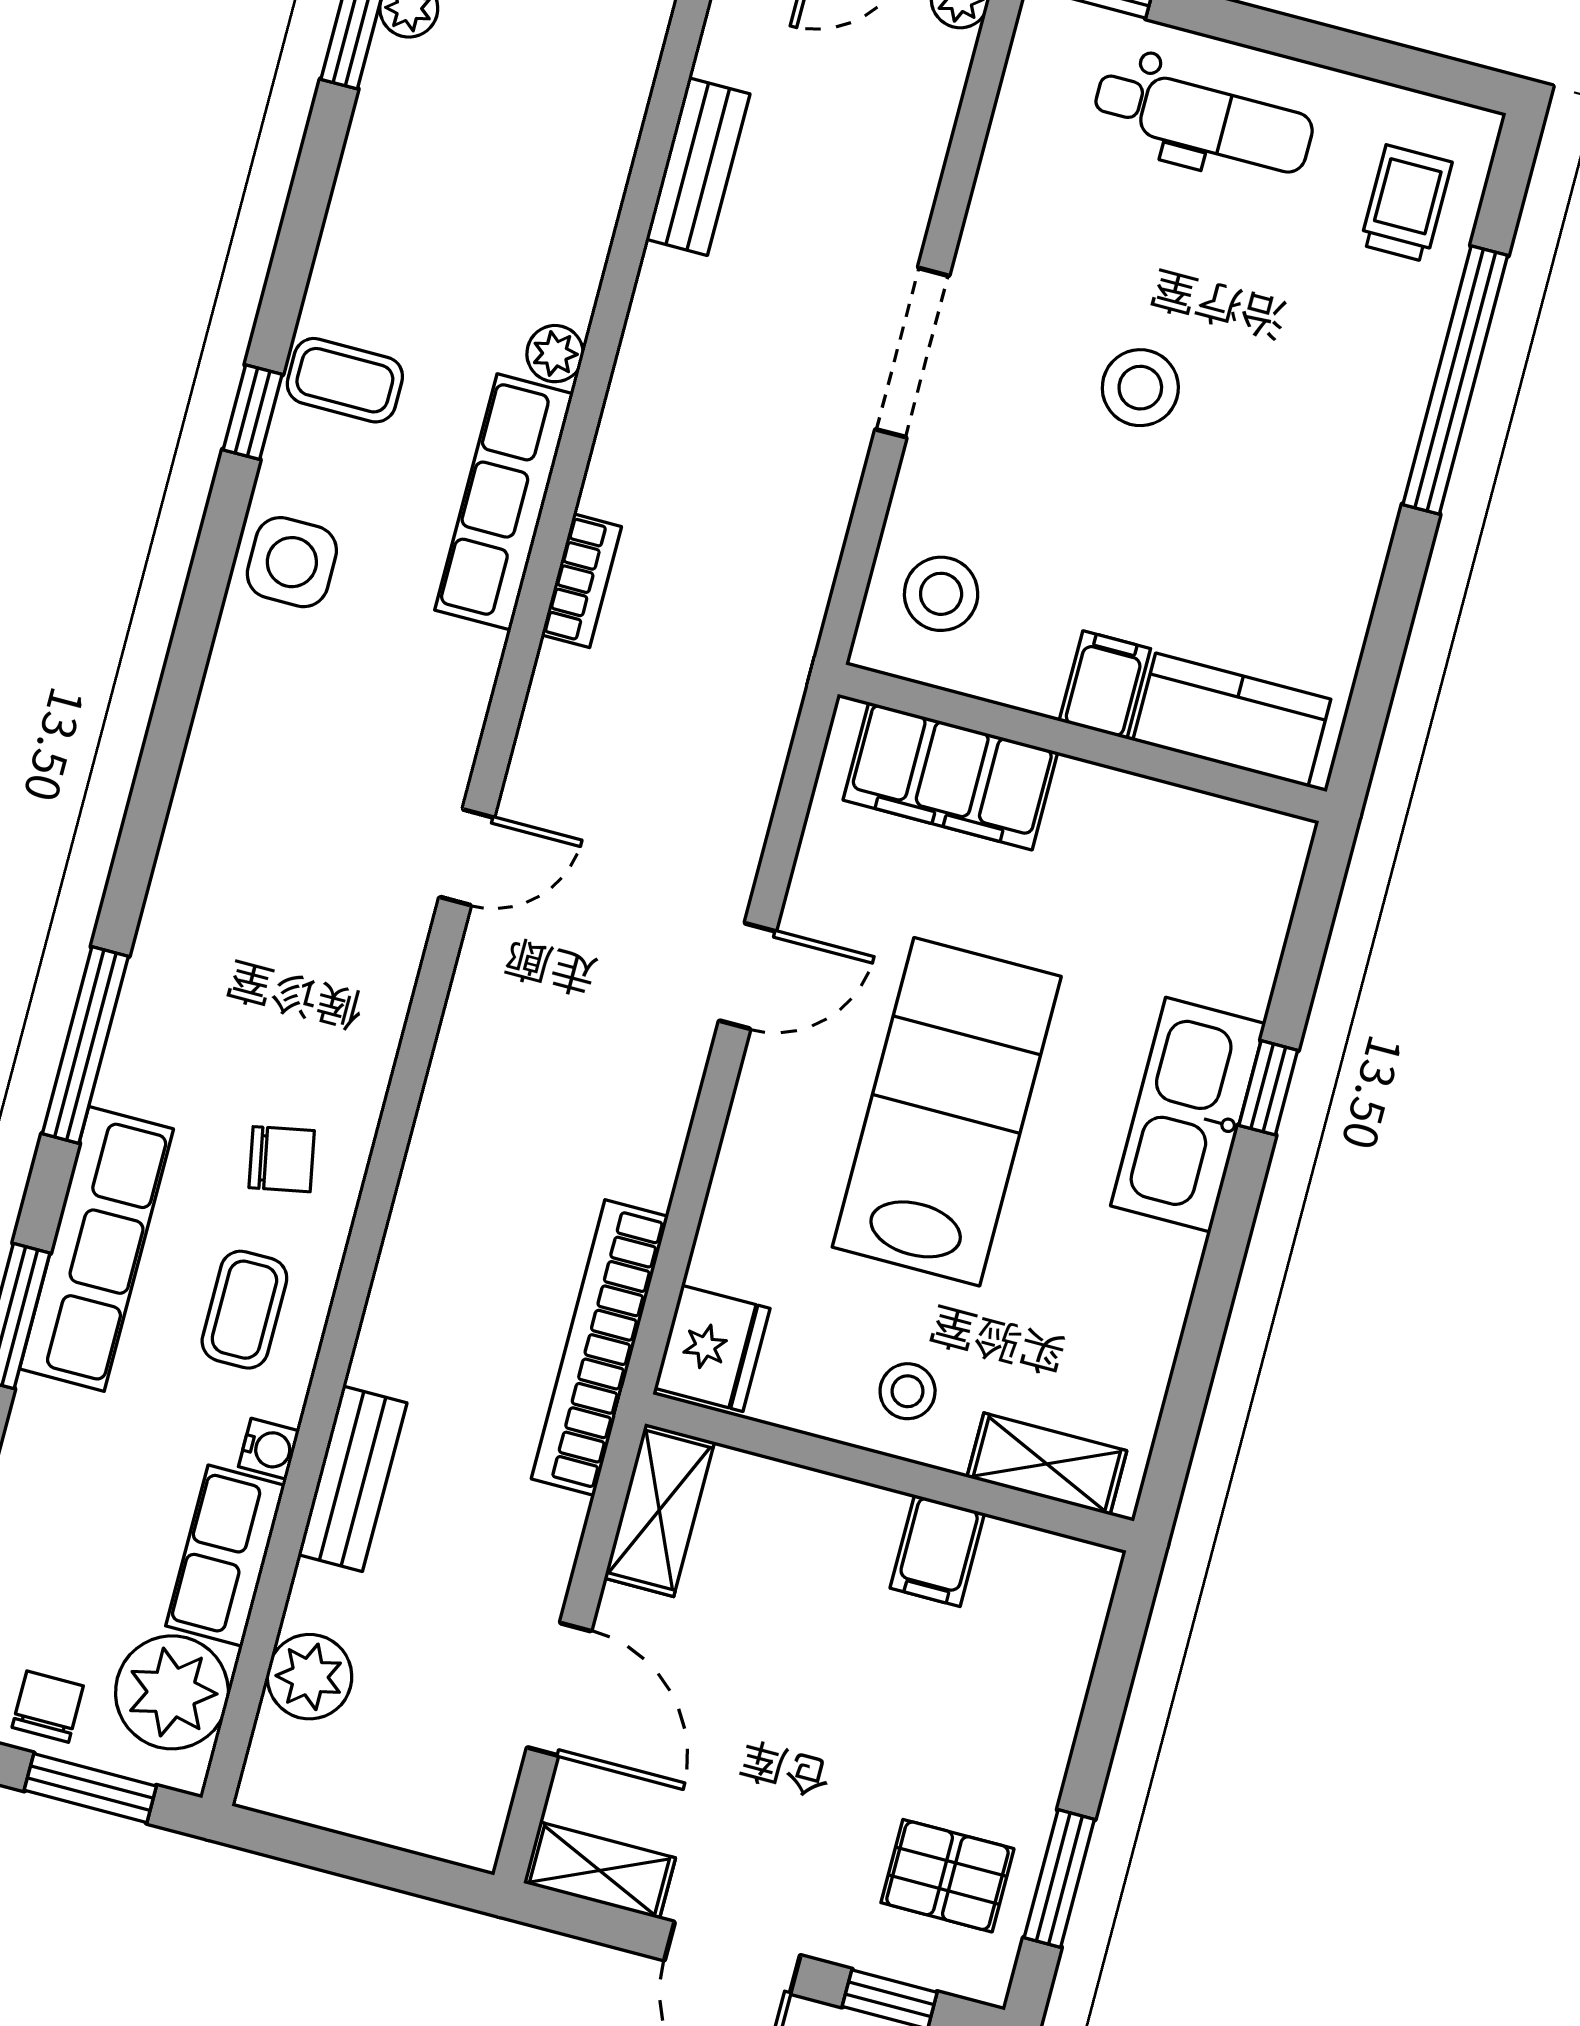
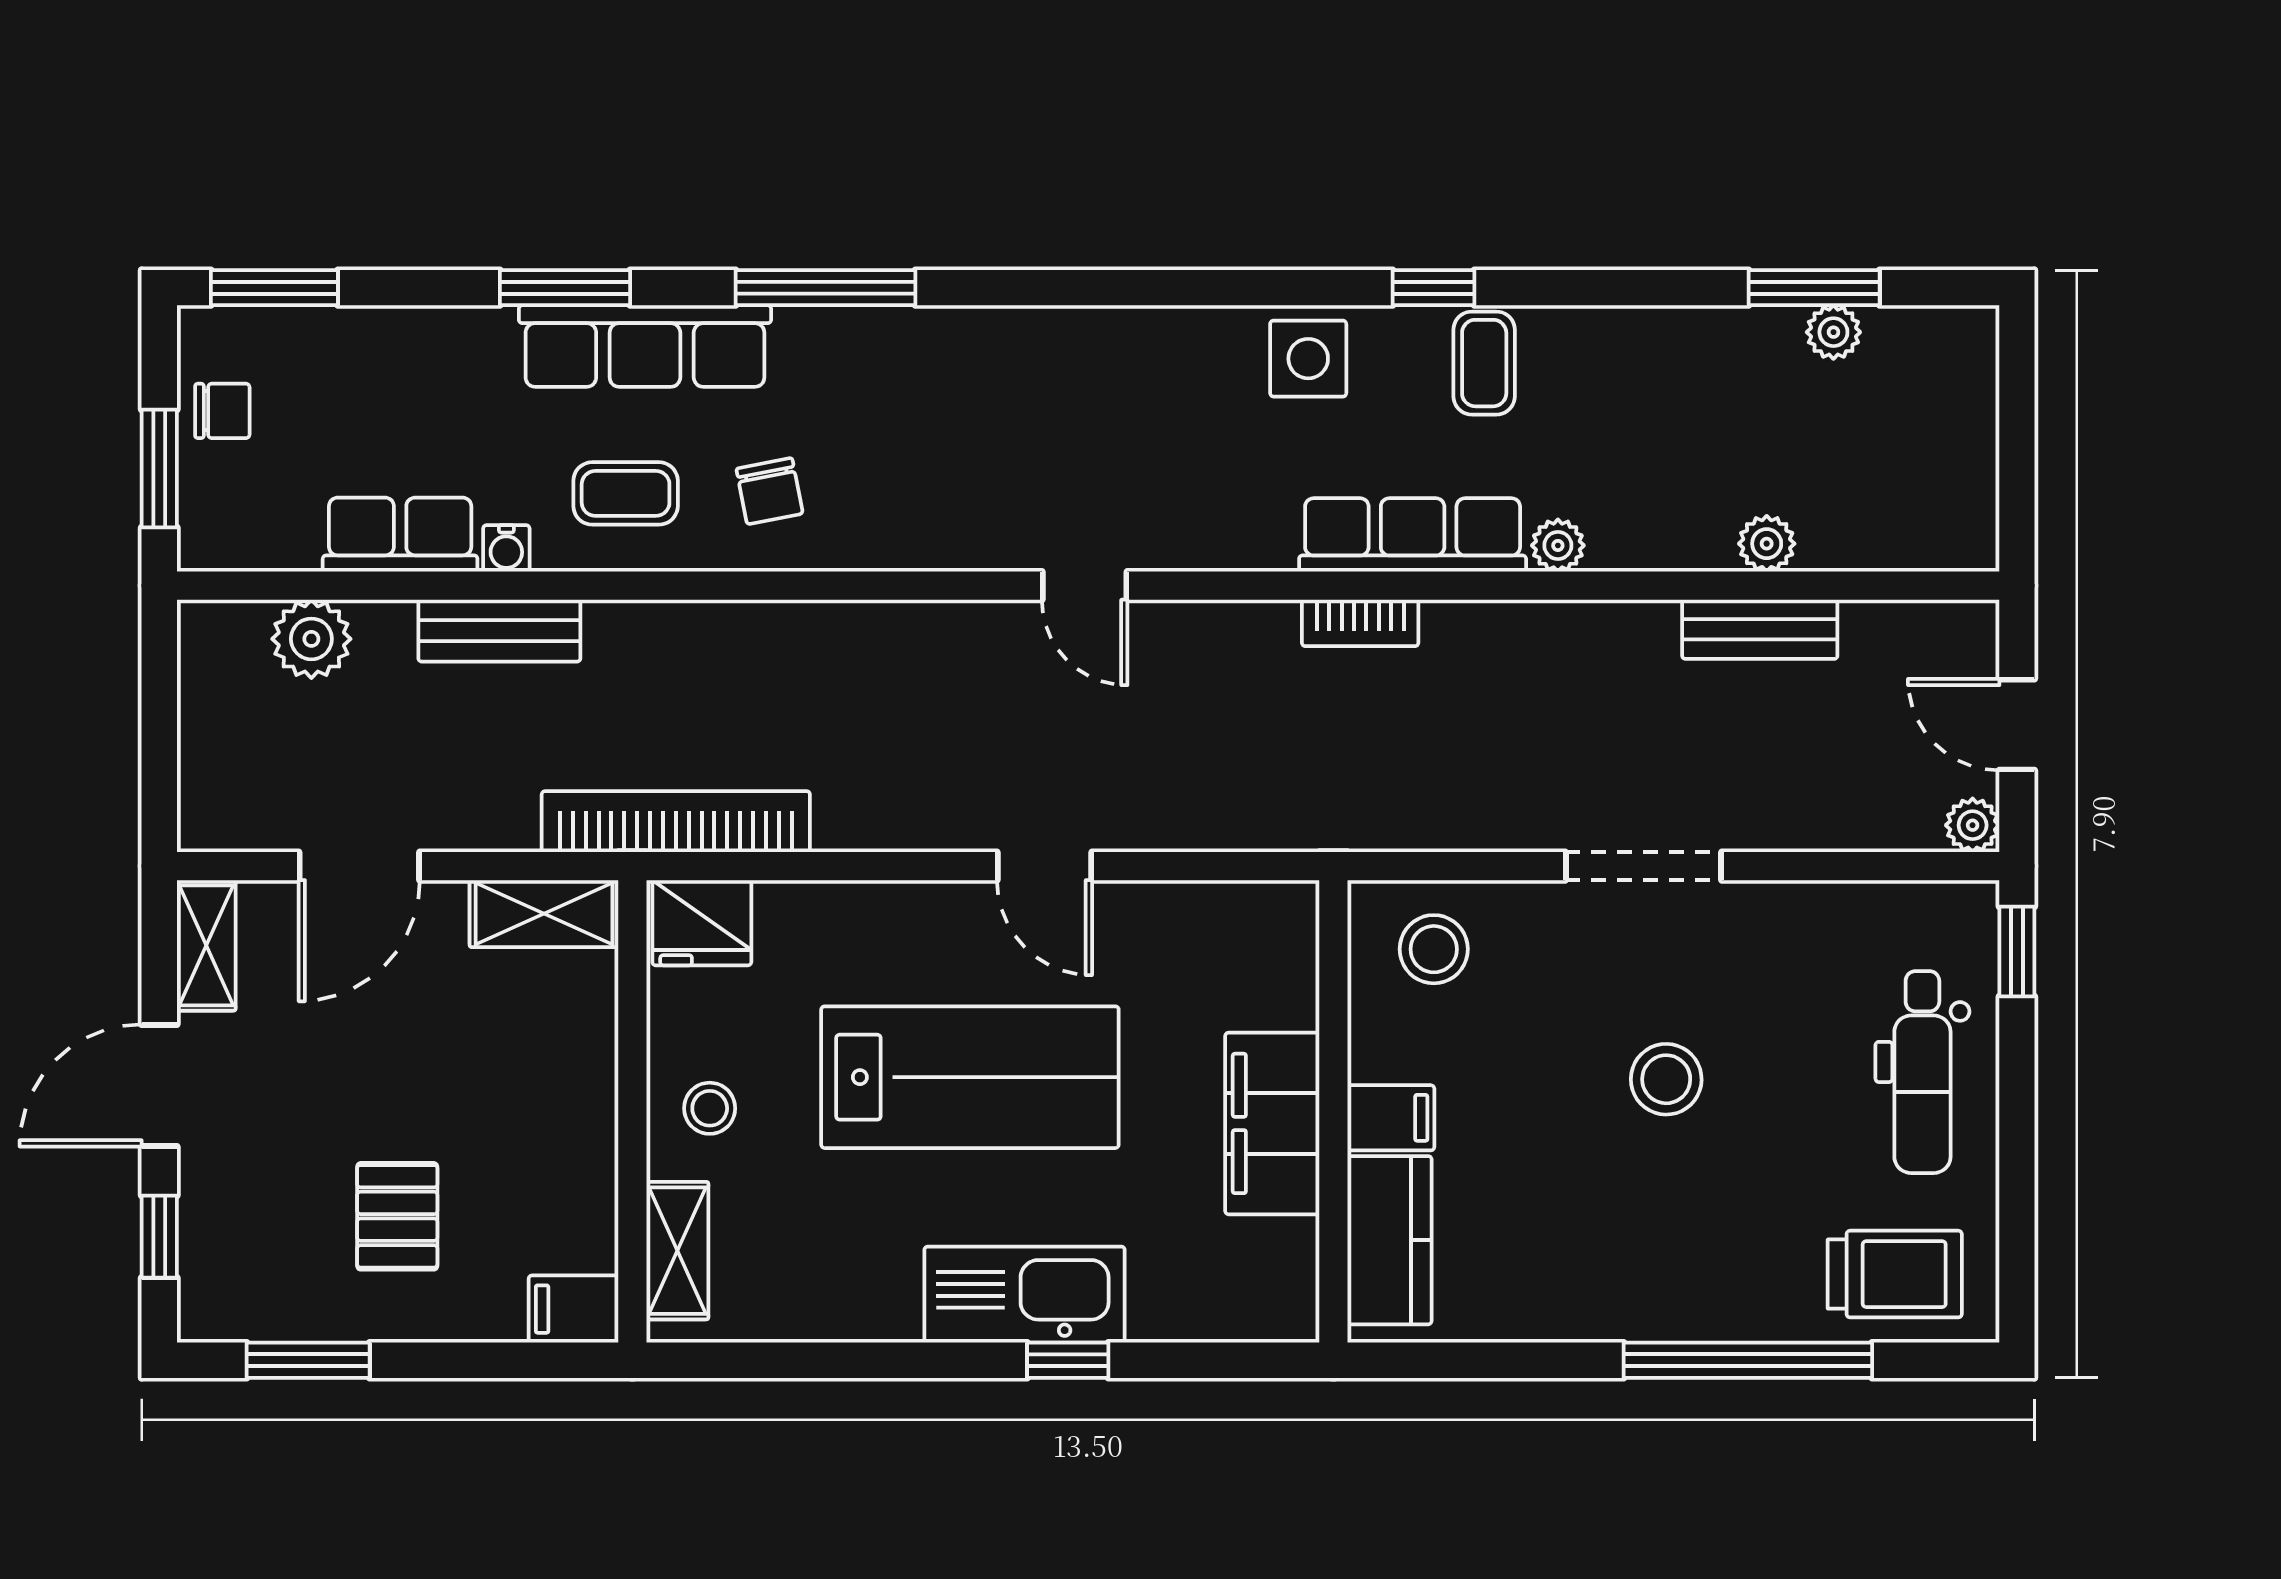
trolley: (1406, 203) -> (1895, 1274), width x1.36, depth x1.39
filing cabinet: (950, 776) -> (1272, 1123), moved
filing cabinet: (937, 1551) -> (574, 1309), moved
plant: (172, 1692) -> (1767, 544), moved, width x0.53, depth x0.53
pallet: (947, 1876) -> (397, 1216), moved

